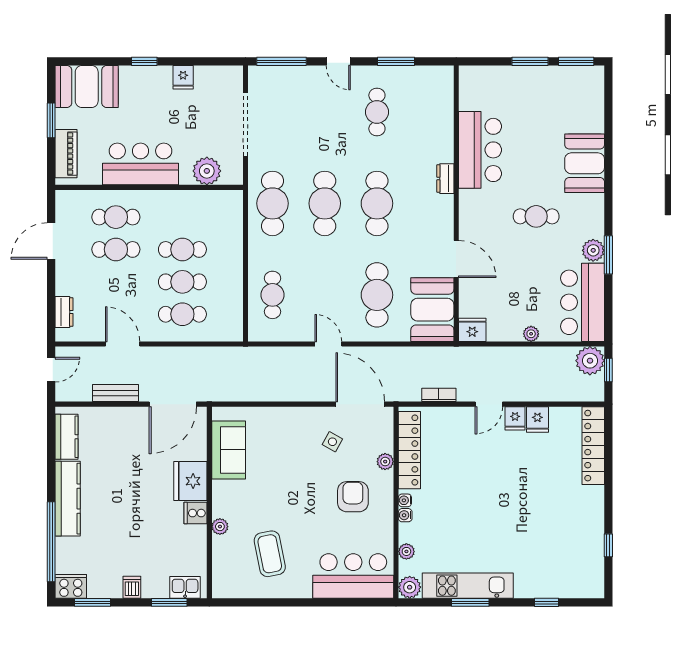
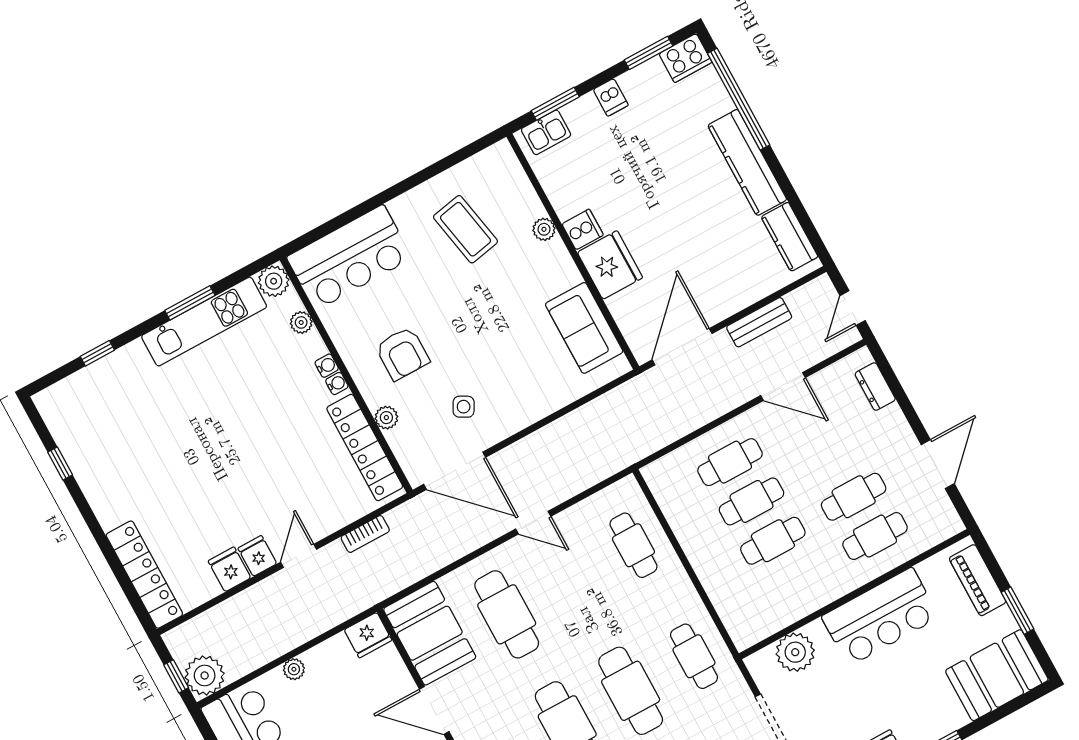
cafe table: (272, 203) -> (694, 656), width x0.73, depth x0.74

